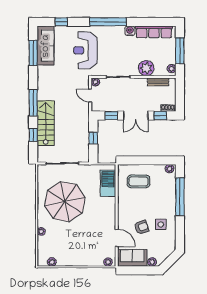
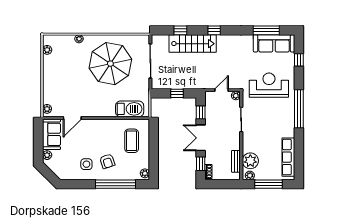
water cooler: (130, 31) -> (289, 132), removed
plant: (146, 68) -> (250, 161), moved
window: (33, 103) -> (214, 30), width x0.46
armchair: (141, 227) -> (107, 161), moved

